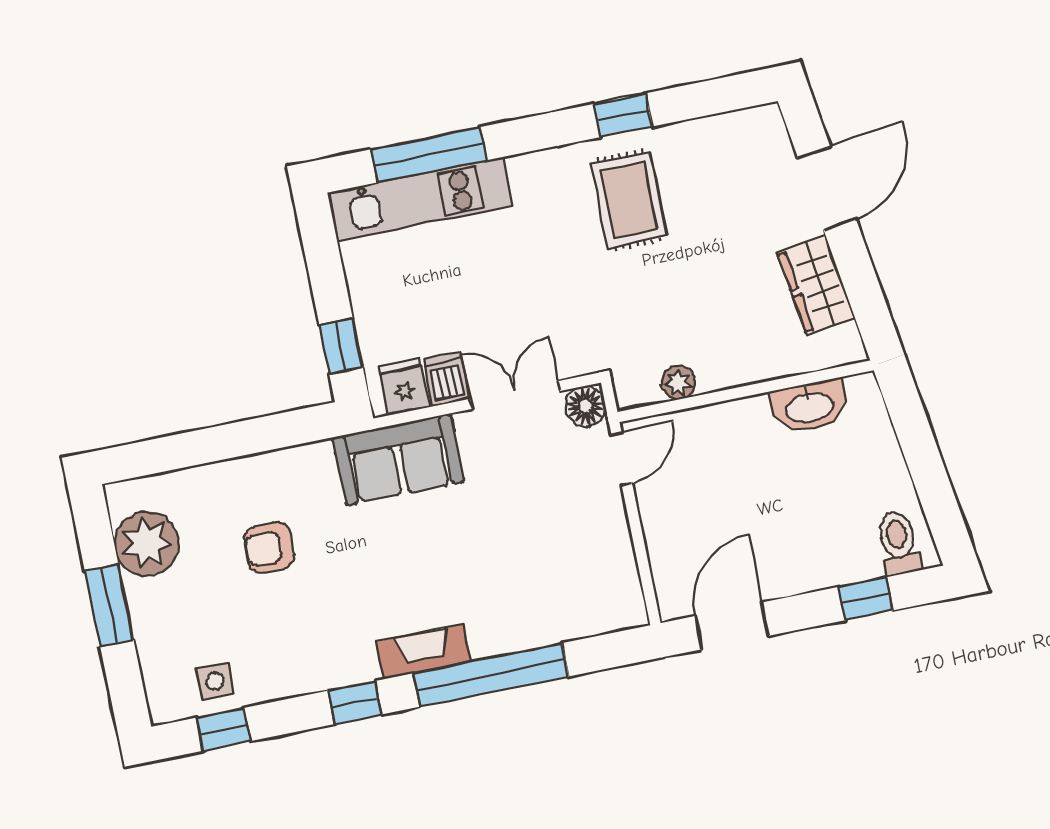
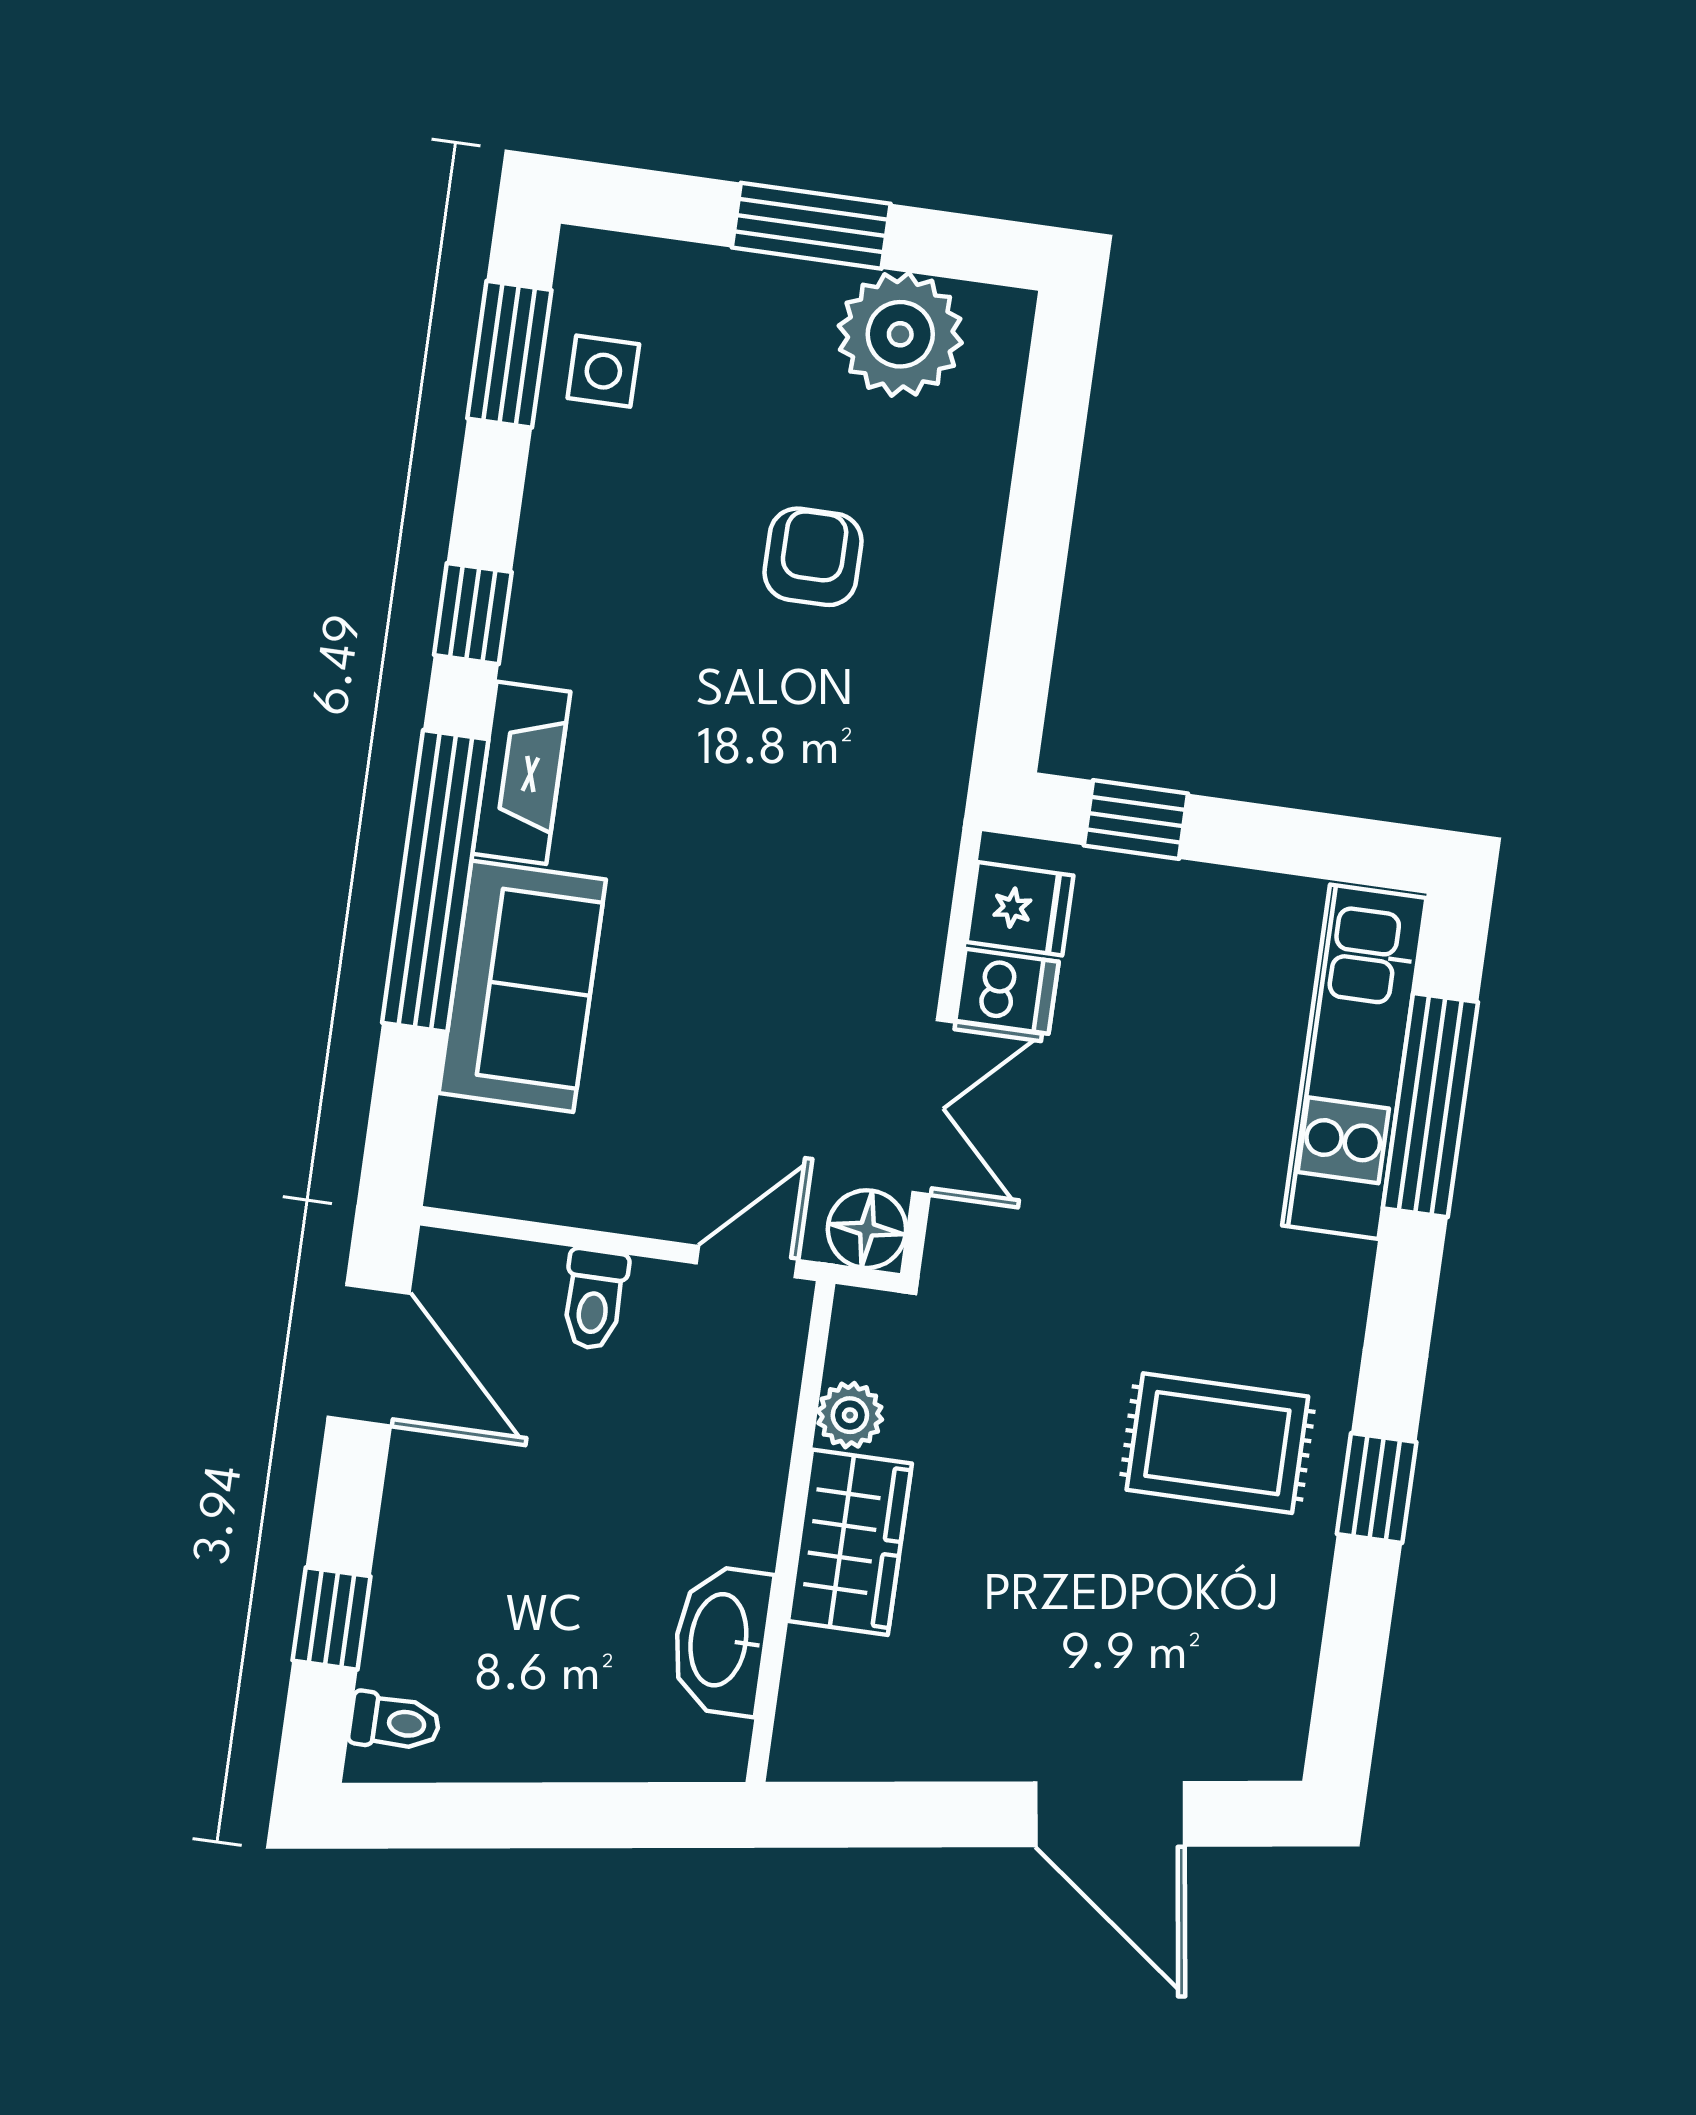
wardrobe: (816, 285) -> (850, 1542), moved, turned 98
sofa: (398, 459) -> (522, 986), moved, turned 180
door: (622, 459) -> (747, 1262), swing flipped
toilet: (666, 526) -> (594, 1299), added
toilet: (898, 543) -> (394, 1722), width x0.73, depth x0.72
window: (223, 729) -> (509, 354), width x1.50

